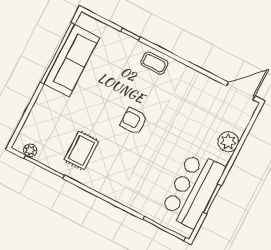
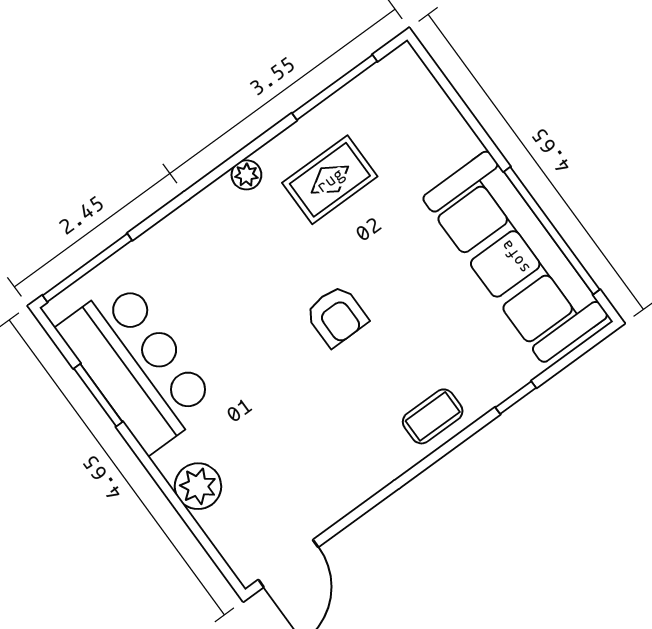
sofa: (72, 61) -> (515, 257), width x1.36, depth x1.27
armchair: (134, 121) -> (337, 316), turned 90
plant: (30, 150) -> (246, 175), moved
rug: (81, 150) -> (330, 180), turned 90

